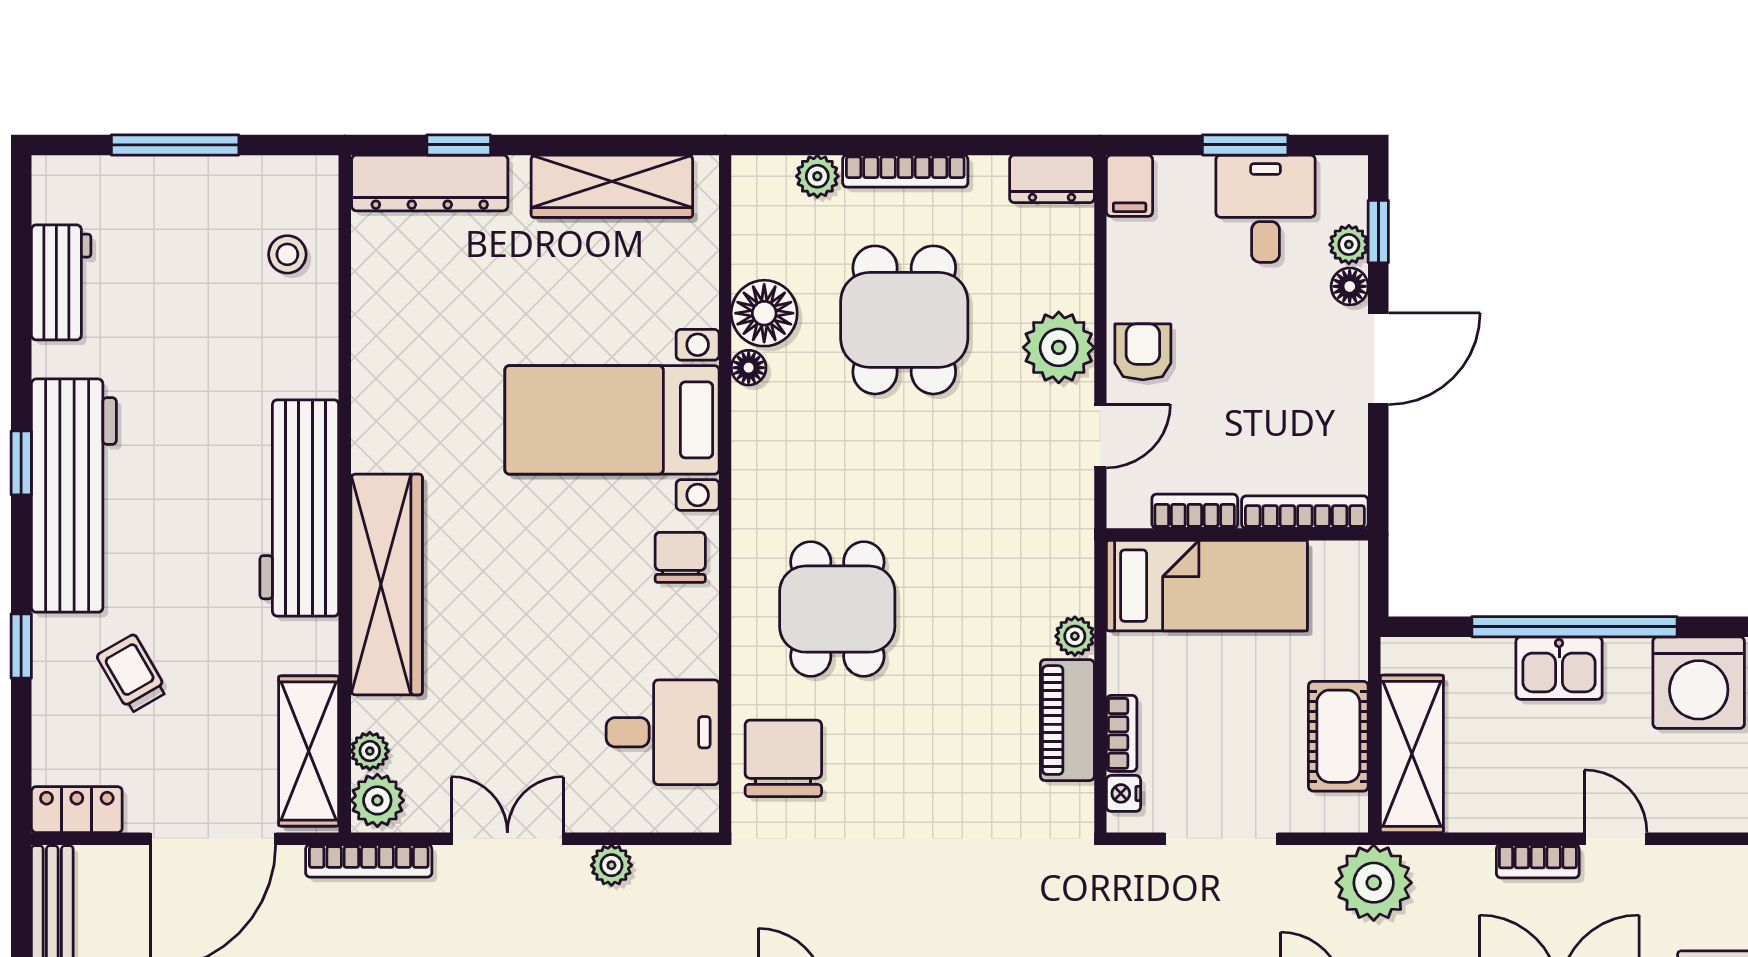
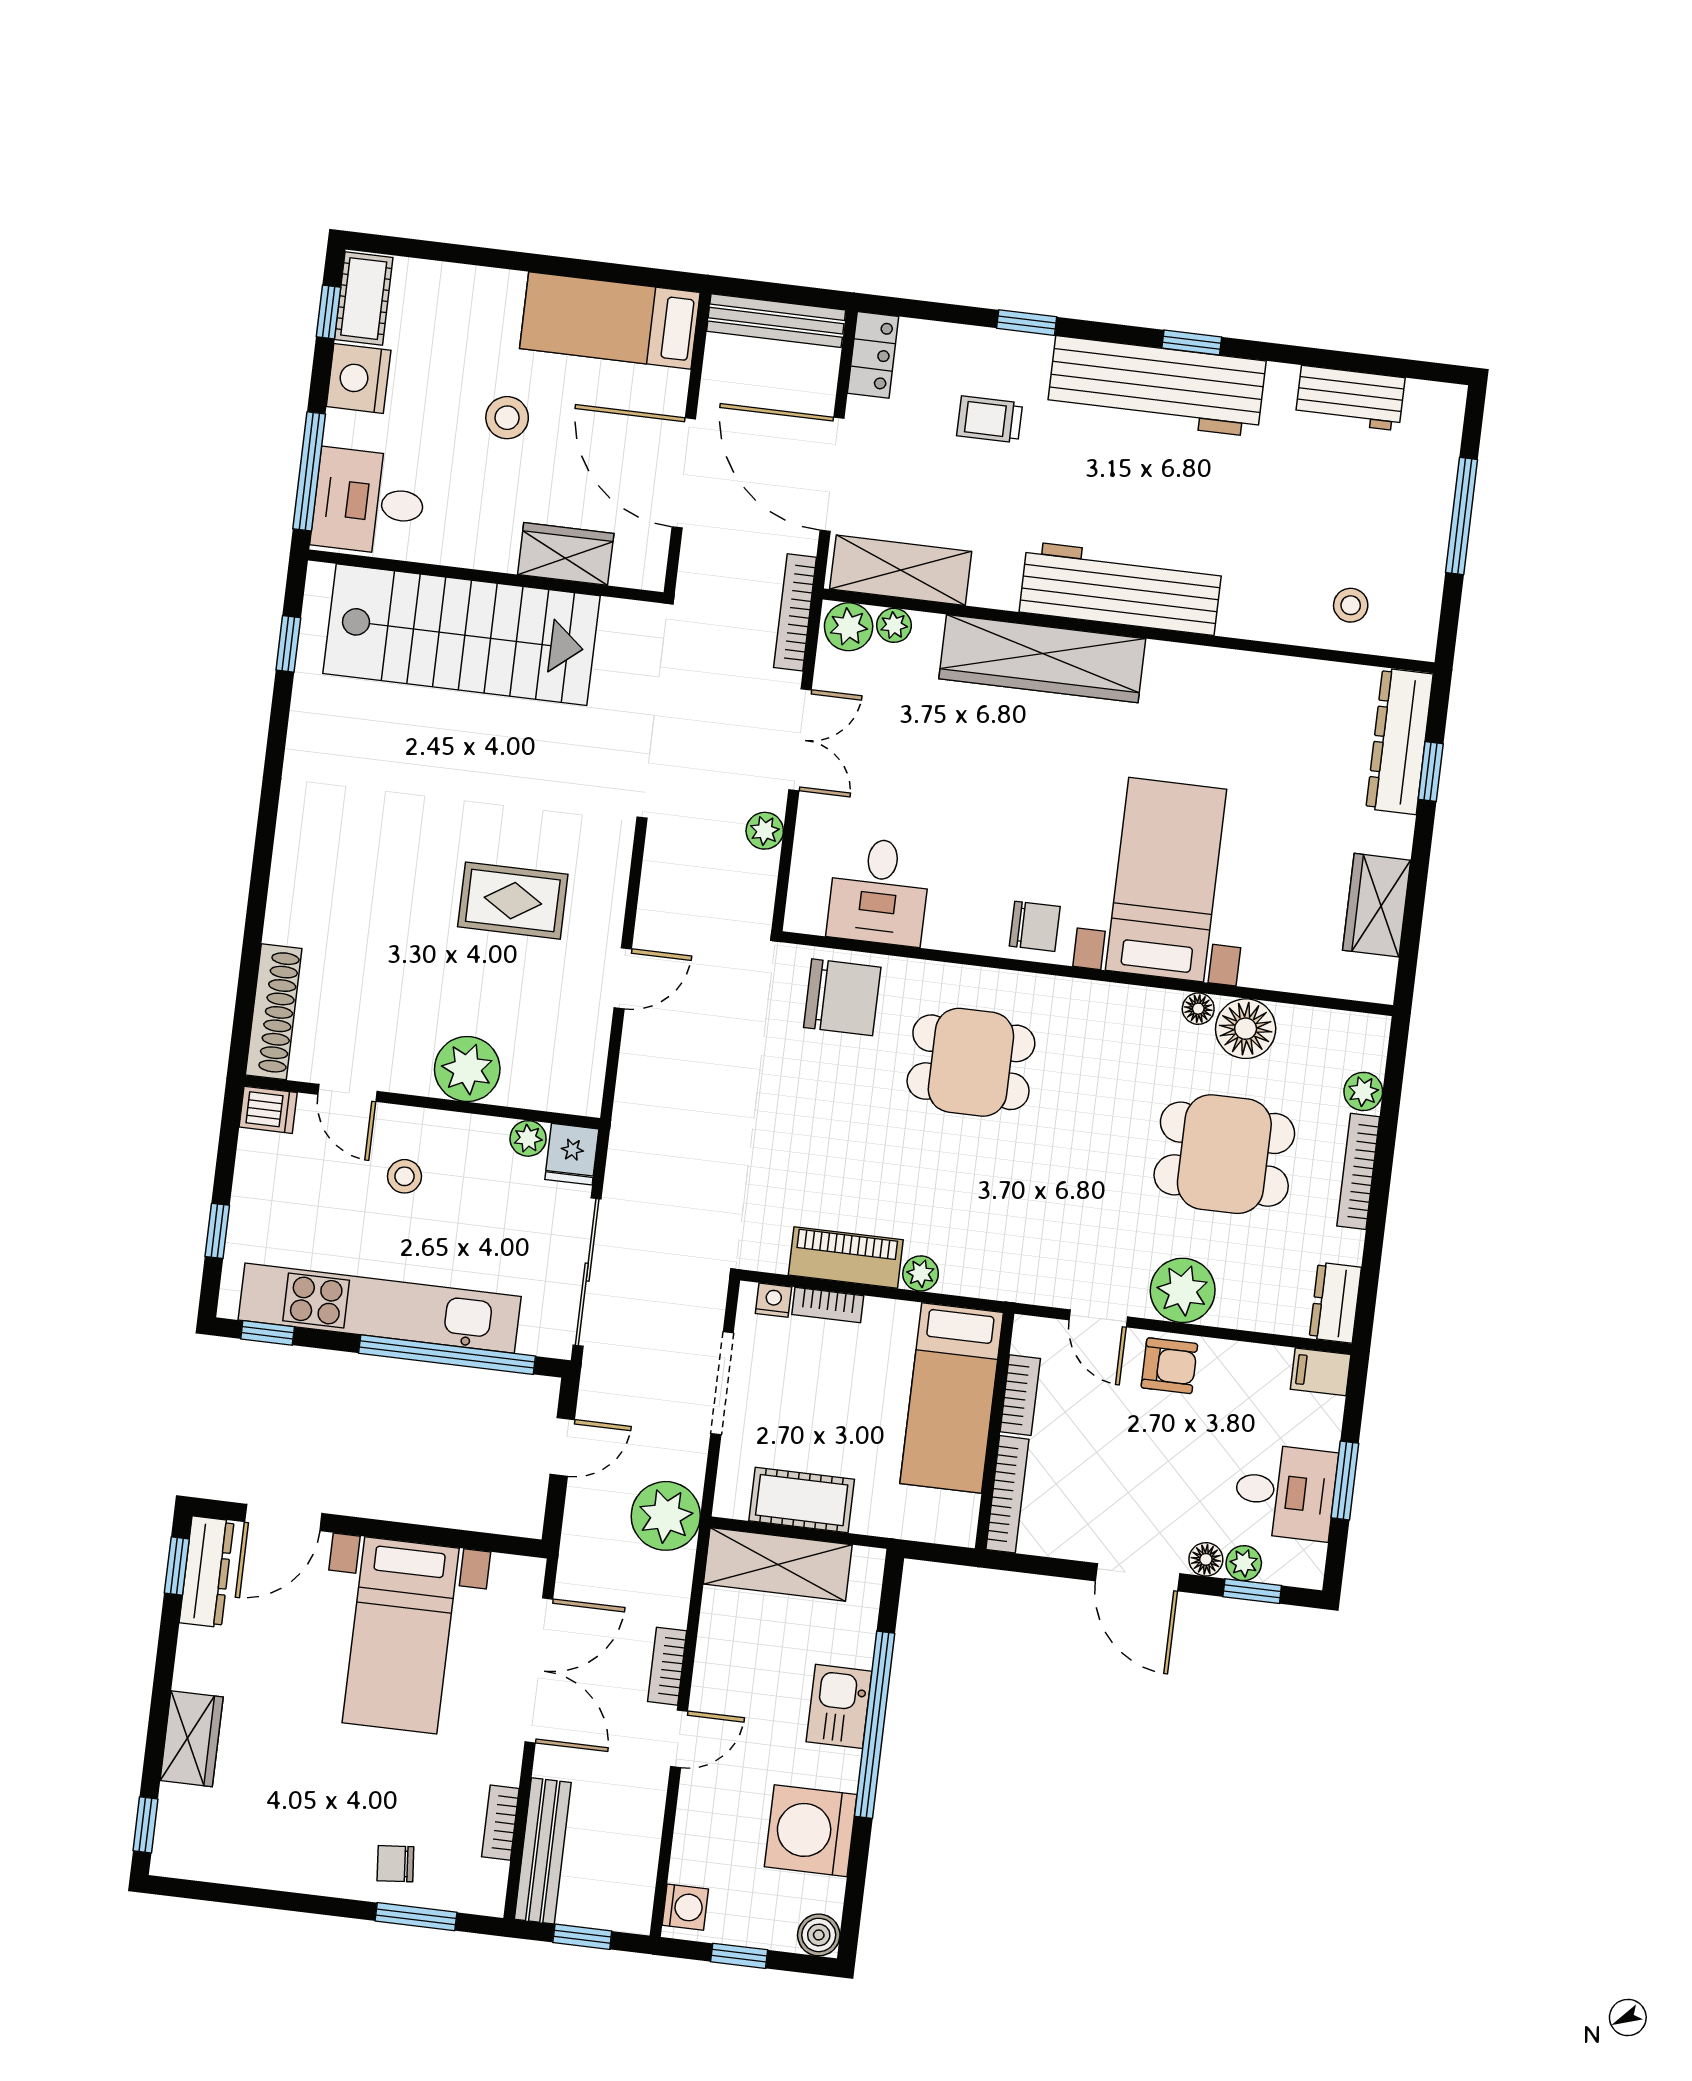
wardrobe: (612, 186) -> (1377, 905), width x0.67
trolley: (132, 674) -> (990, 419), turned -150

